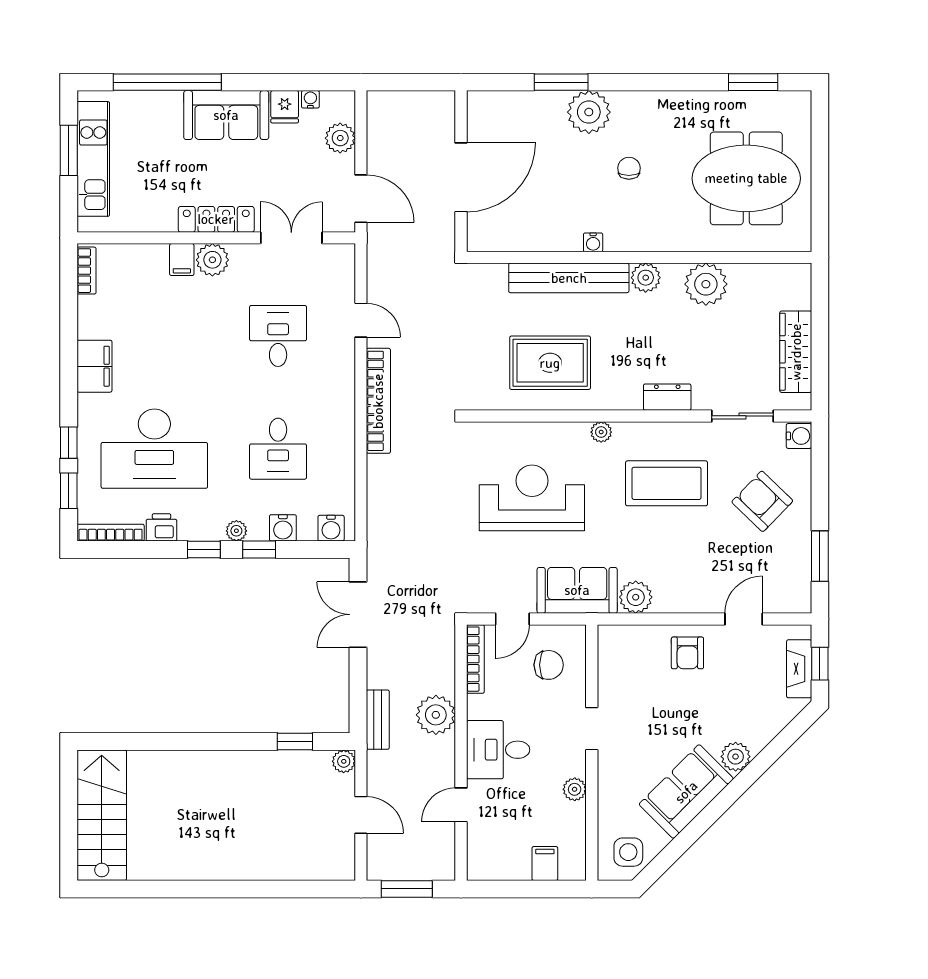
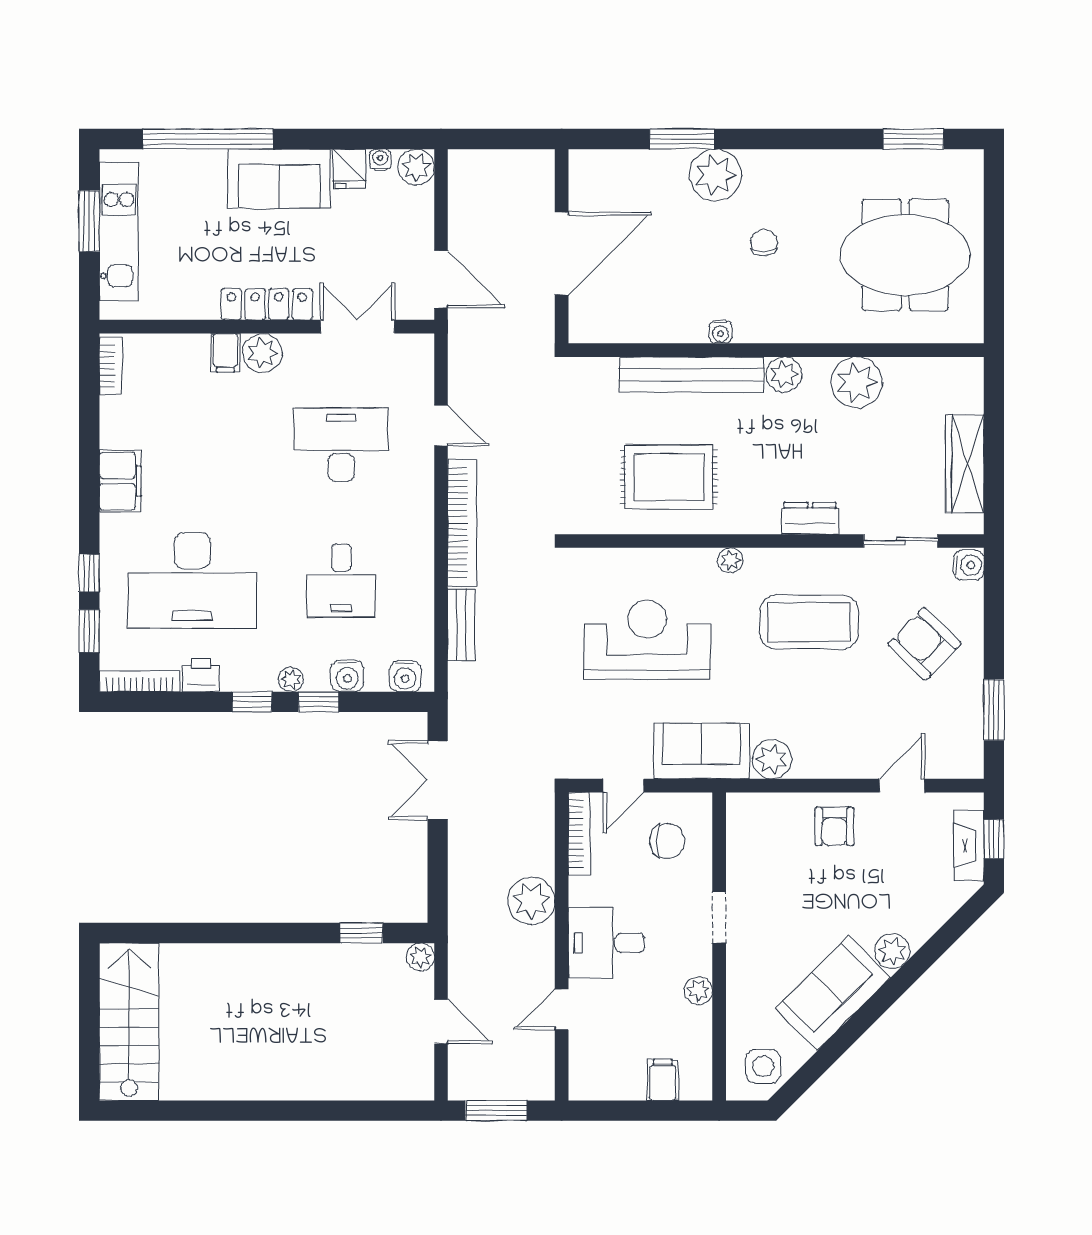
plant: (340, 138) -> (416, 167), moved
desk: (278, 336) -> (341, 445), width x1.37
bench: (378, 720) -> (461, 625), moved

